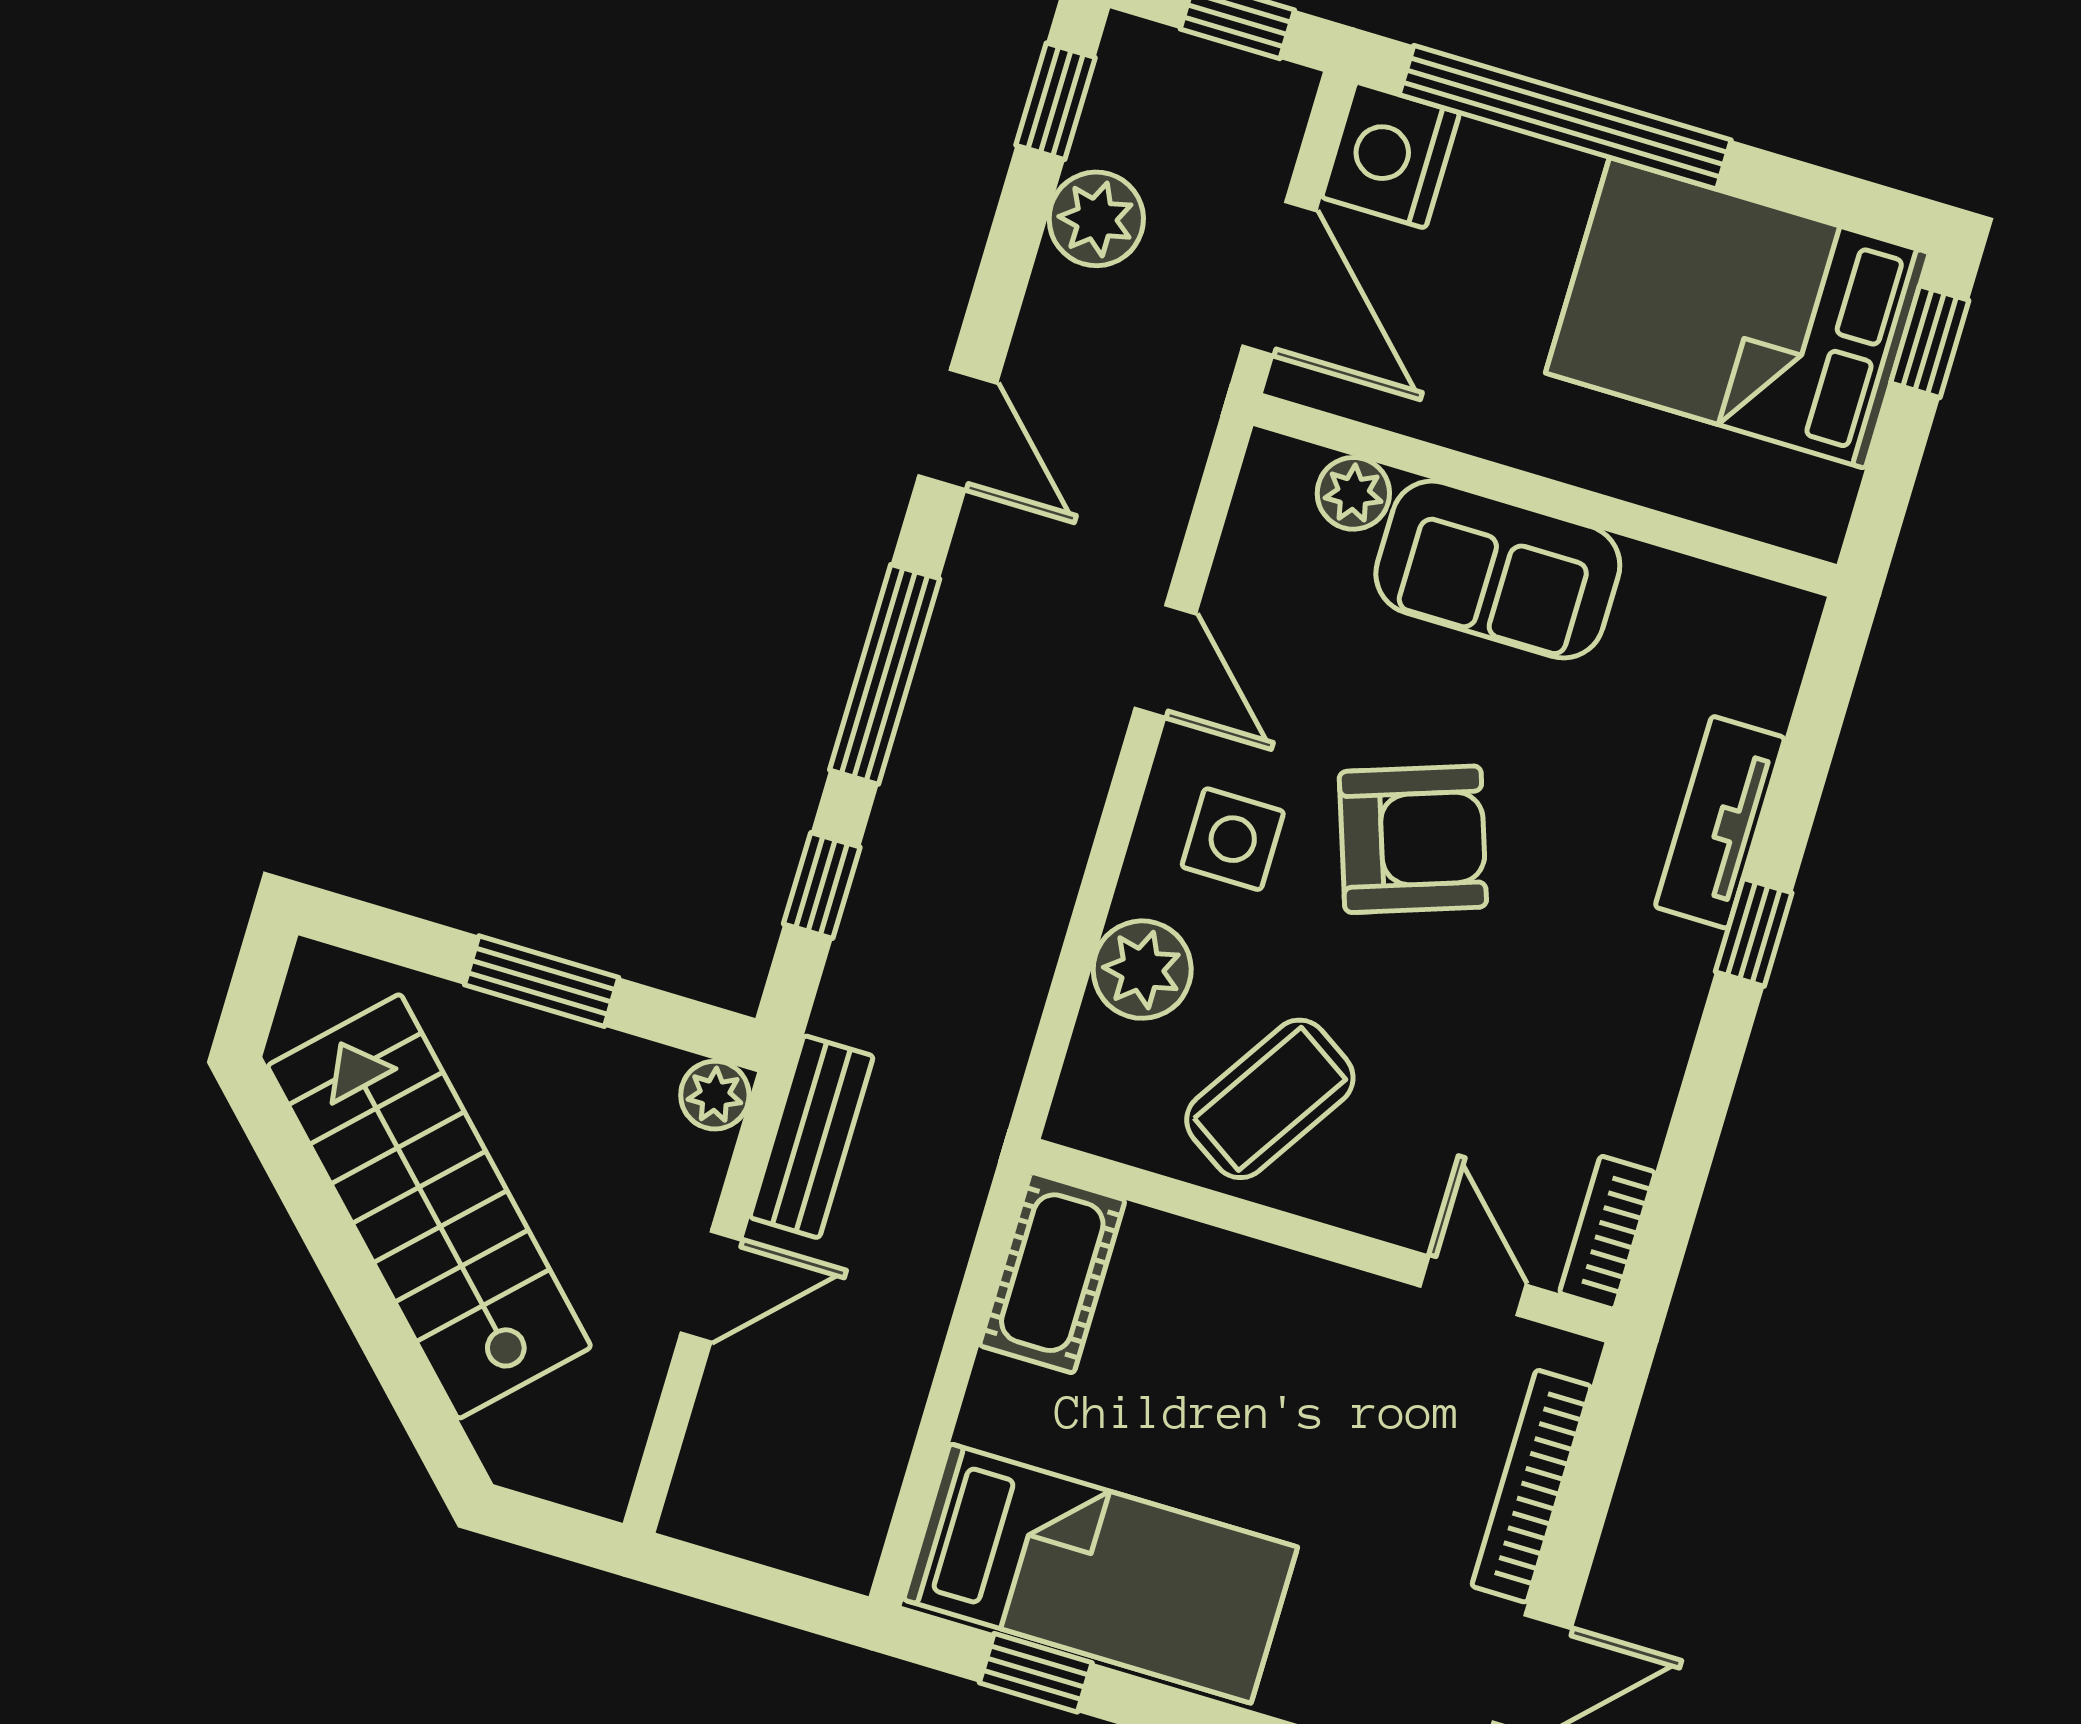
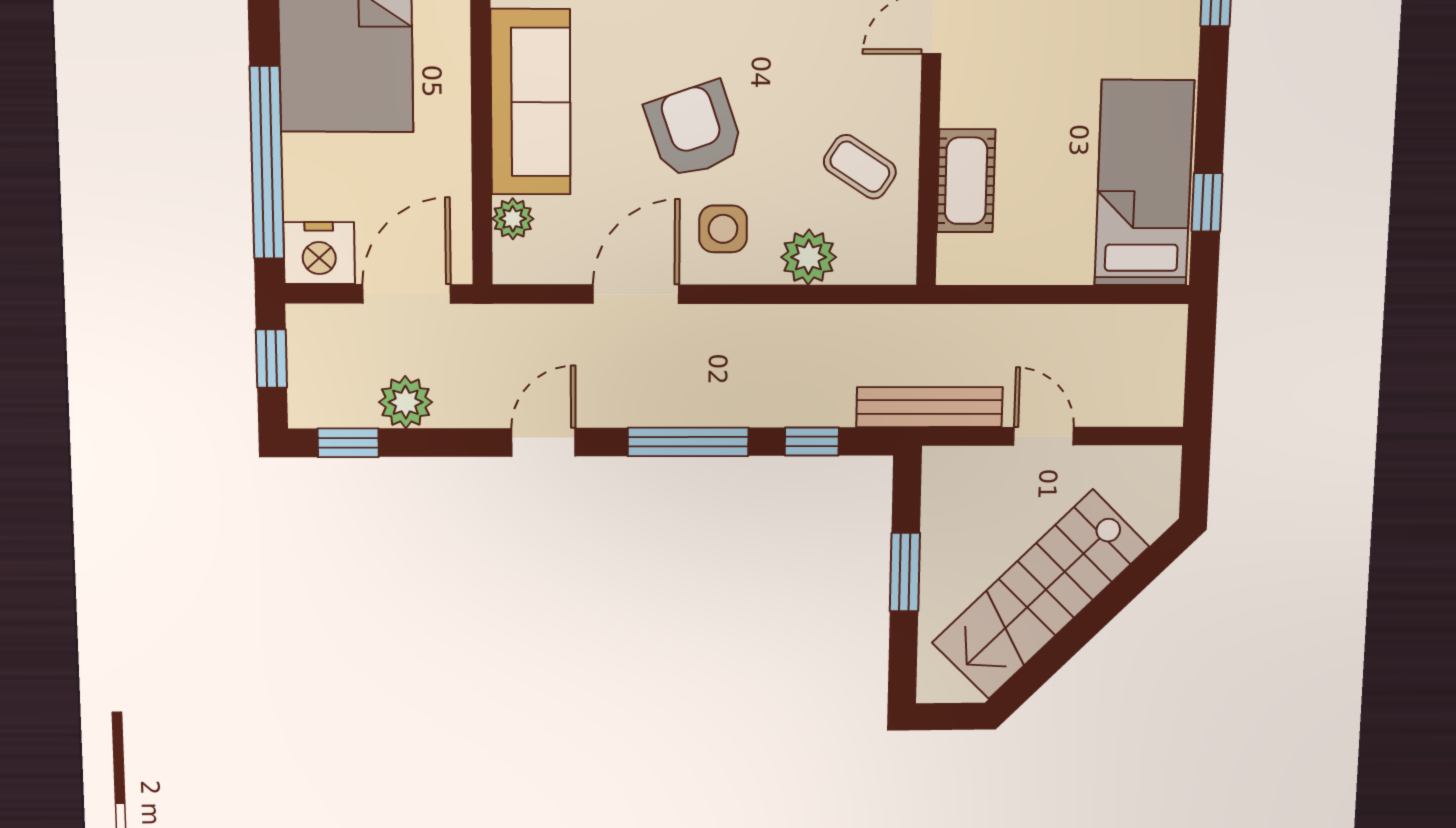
sofa: (1498, 570) -> (531, 102), width x1.36
door: (1165, 661) -> (636, 294), width x1.38
plant: (715, 1095) -> (940, 464), removed
coffee table: (1270, 1099) -> (860, 167), width x0.73, depth x0.77
bench: (812, 1137) -> (929, 407), width x1.36
cot: (1052, 1273) -> (966, 181), moved, turned 90

